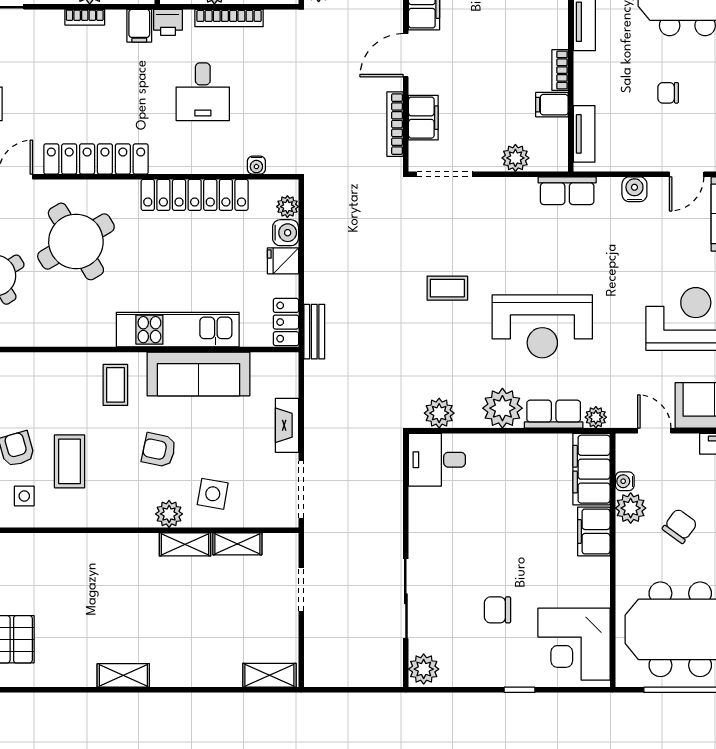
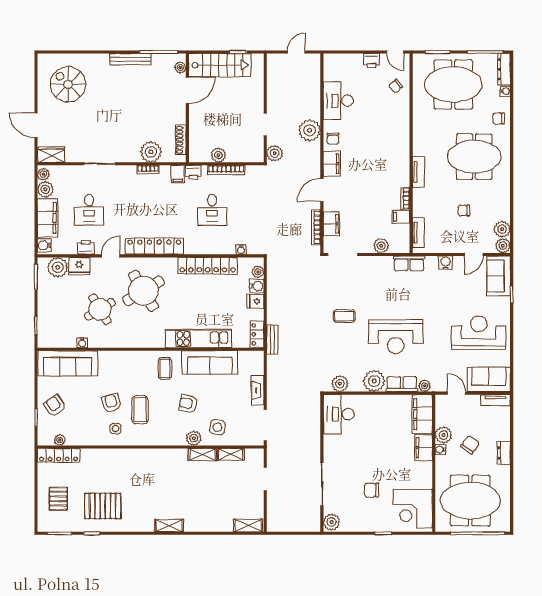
desk: (437, 460) -> (339, 414), width x1.37
water cooler: (625, 481) -> (440, 450), moved

